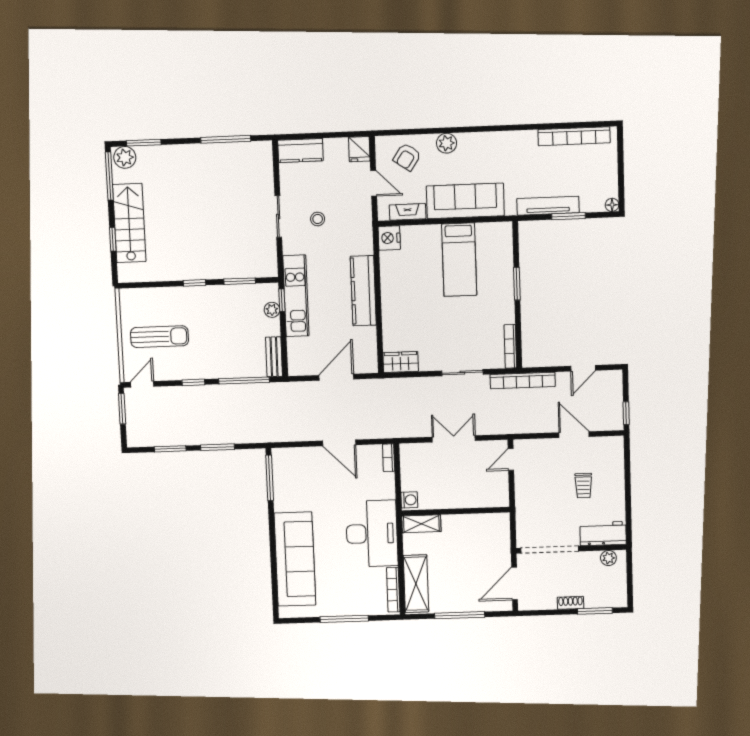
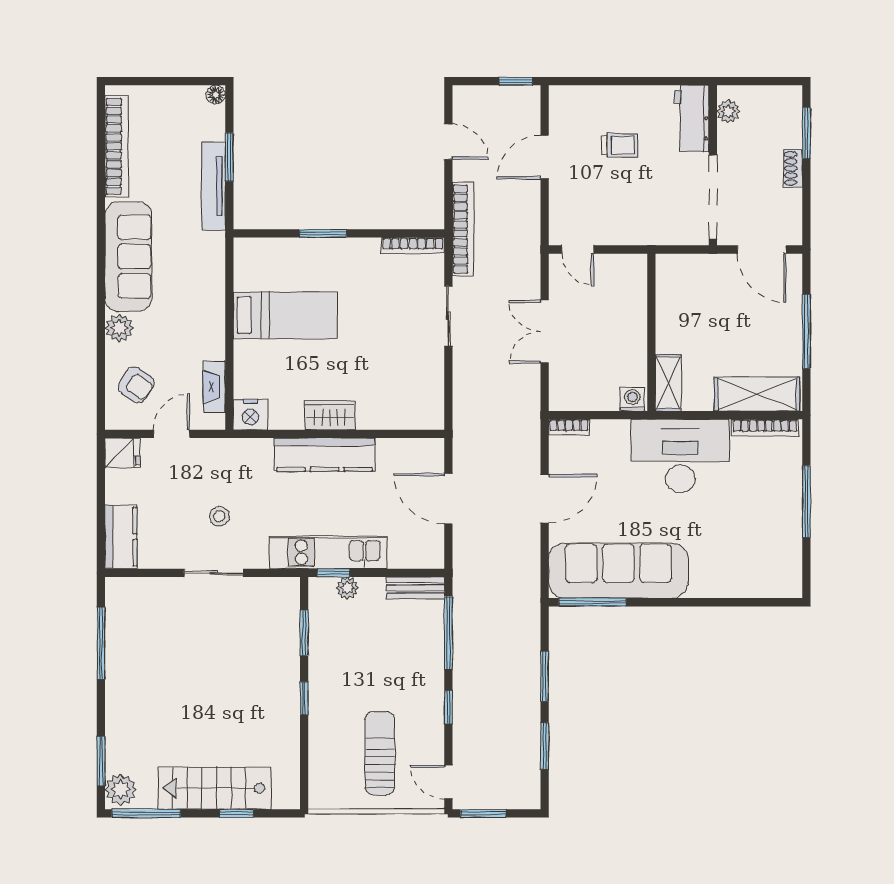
sofa: (465, 201) -> (128, 257), moved, turned 180
wardrobe: (401, 362) -> (330, 415), moved, turned 90
sofa: (295, 559) -> (618, 571), moved

